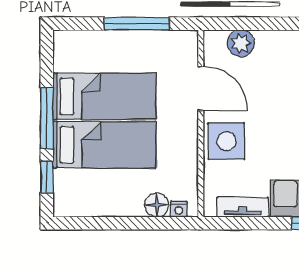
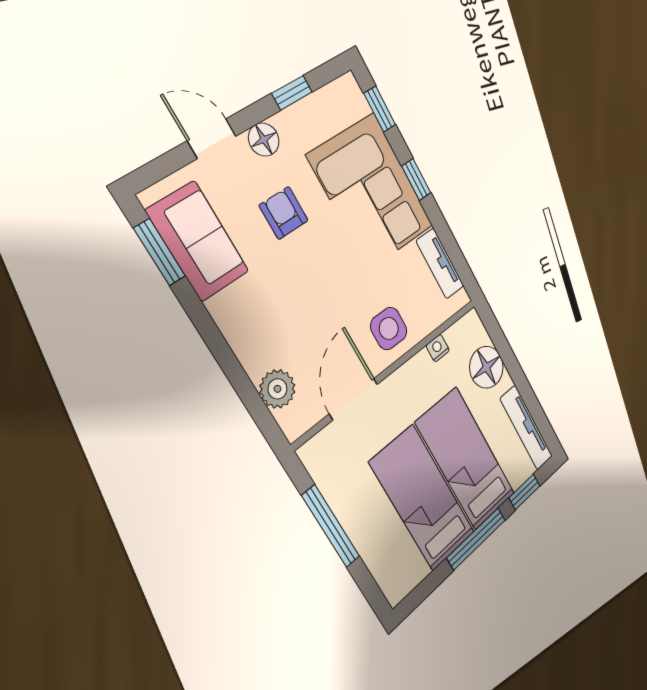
side table: (227, 141) -> (389, 328), width x0.73, depth x0.73
floor lamp: (157, 205) -> (486, 367), width x1.38, depth x1.38
tv unit: (89, 207) -> (526, 428), added
nightstand: (179, 209) -> (438, 348), moved, turned -90

